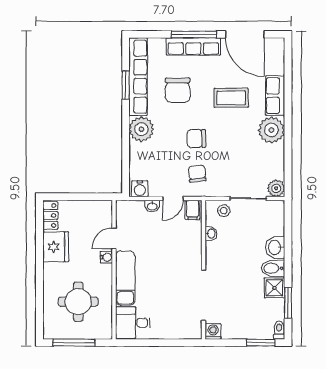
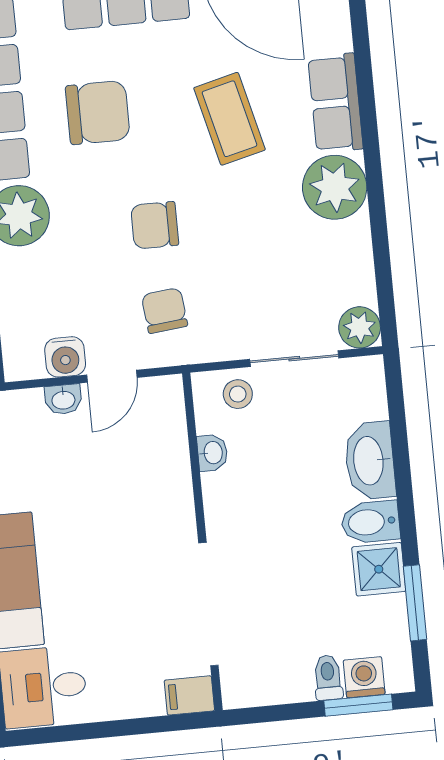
chair: (178, 90) -> (98, 113), turned -90
coffee table: (231, 98) -> (229, 119), turned 76
water cooler: (140, 189) -> (65, 357), moved
filing cabinet: (192, 210) -> (189, 695), moved, turned 90
washbasin: (275, 247) -> (370, 461), width x1.38
toilet: (279, 330) -> (328, 678), moved
washing machine: (213, 331) -> (364, 677), moved

